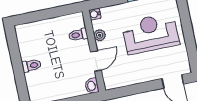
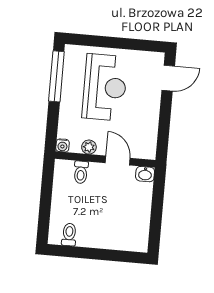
reception desk: (150, 34) -> (105, 87), turned 180
toilet: (32, 65) -> (69, 235), moved

